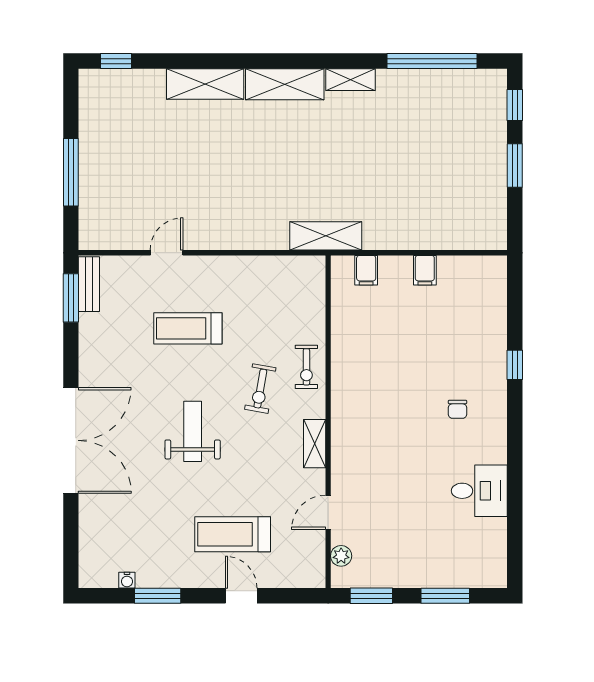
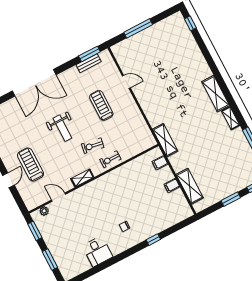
shelving: (205, 84) -> (190, 186), moved
bench: (89, 284) -> (89, 63), moved
weight bench: (193, 431) -> (62, 128), turned 90

